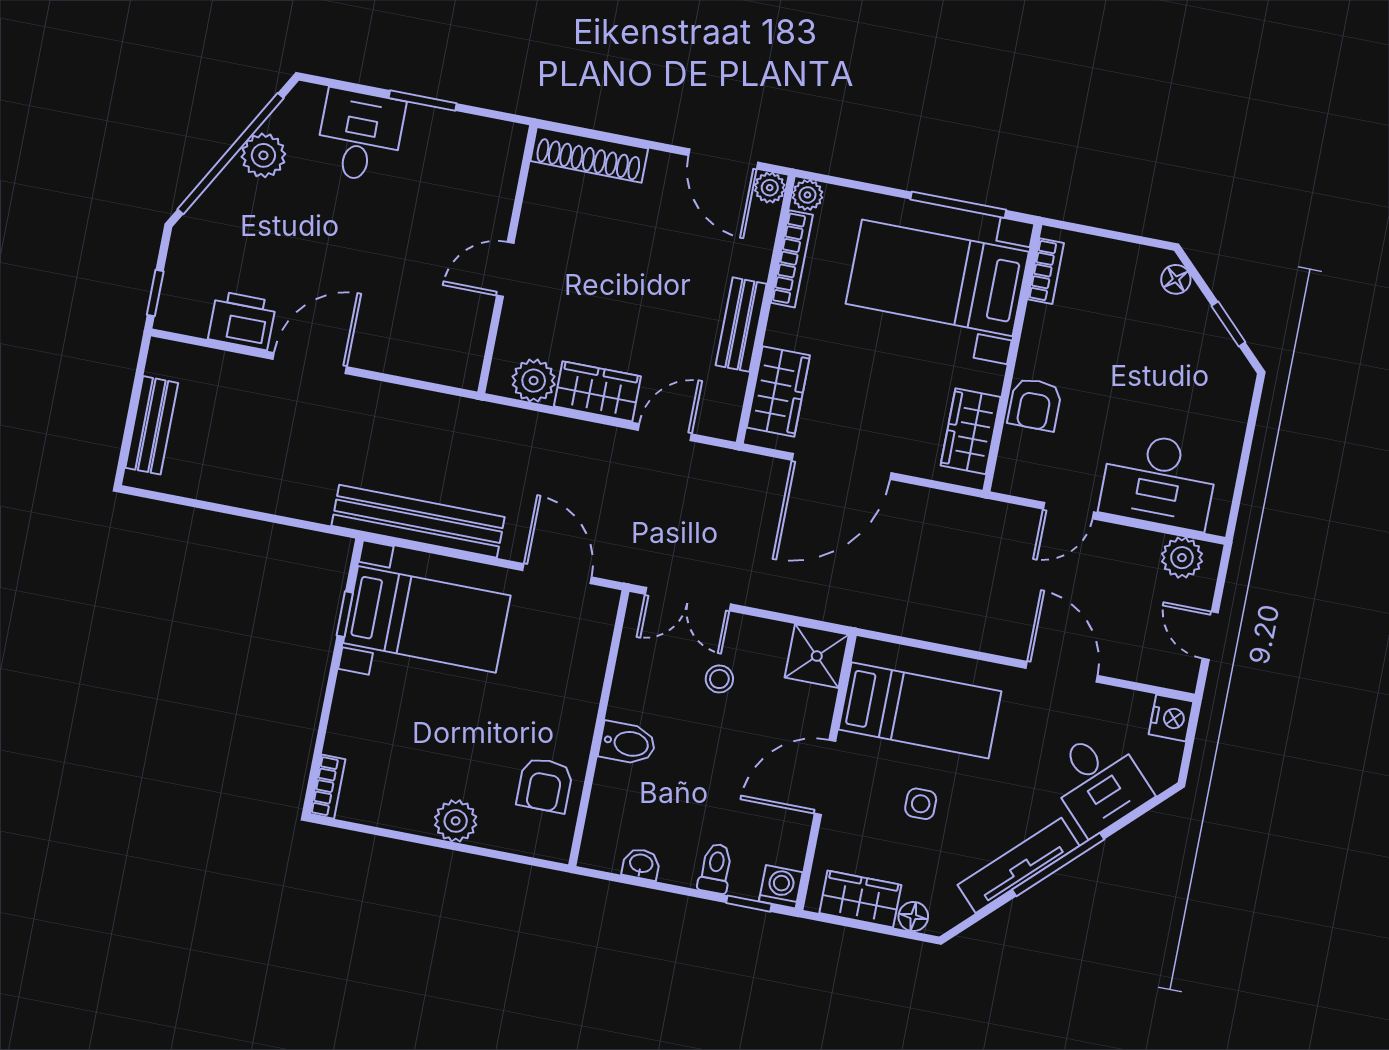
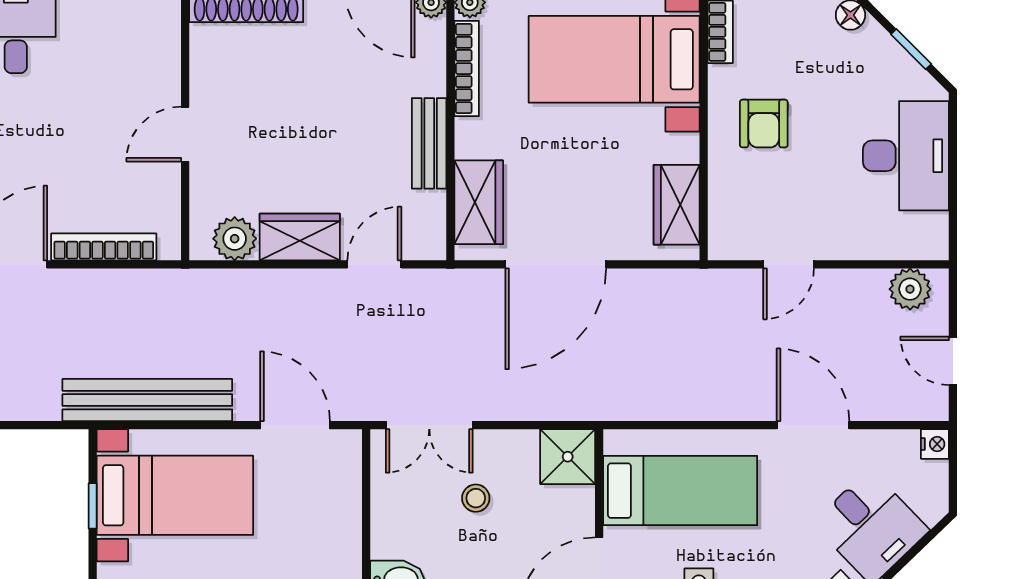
bookcase: (405, 364) -> (104, 247), added
armchair: (1035, 404) -> (764, 124), moved
desk: (1159, 481) -> (906, 156), moved, turned -90
nightstand: (1171, 718) -> (935, 444), width x0.72, depth x0.74

